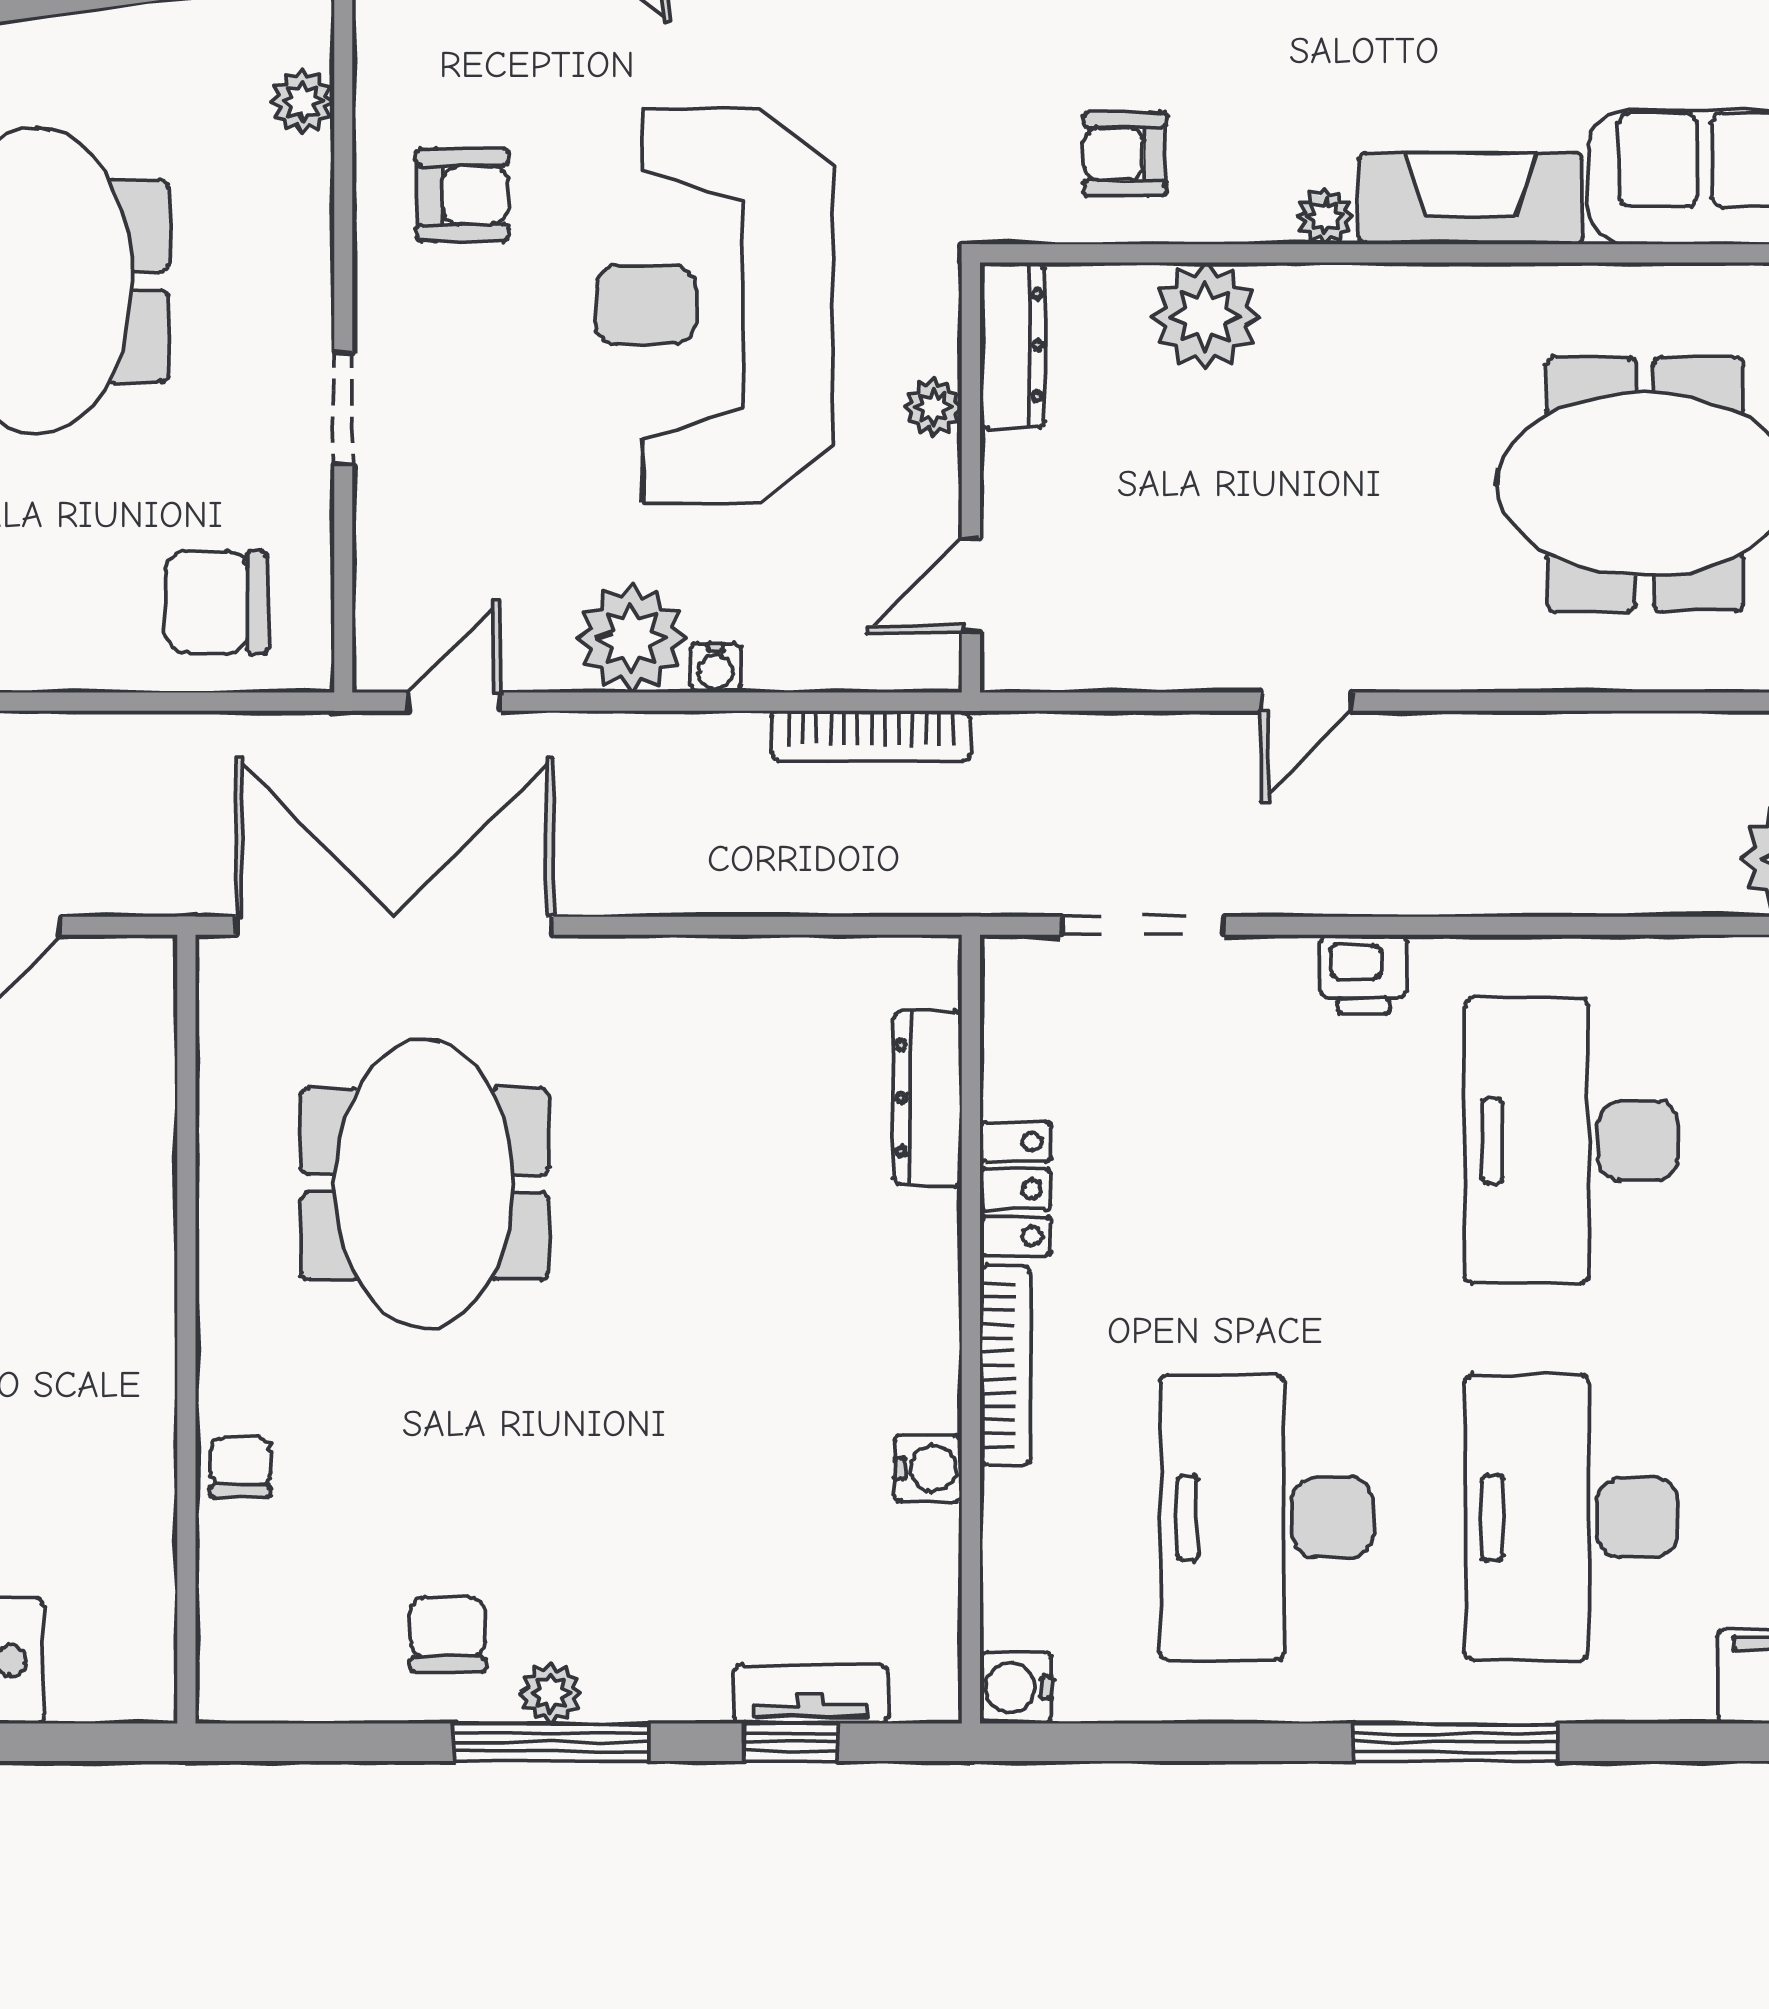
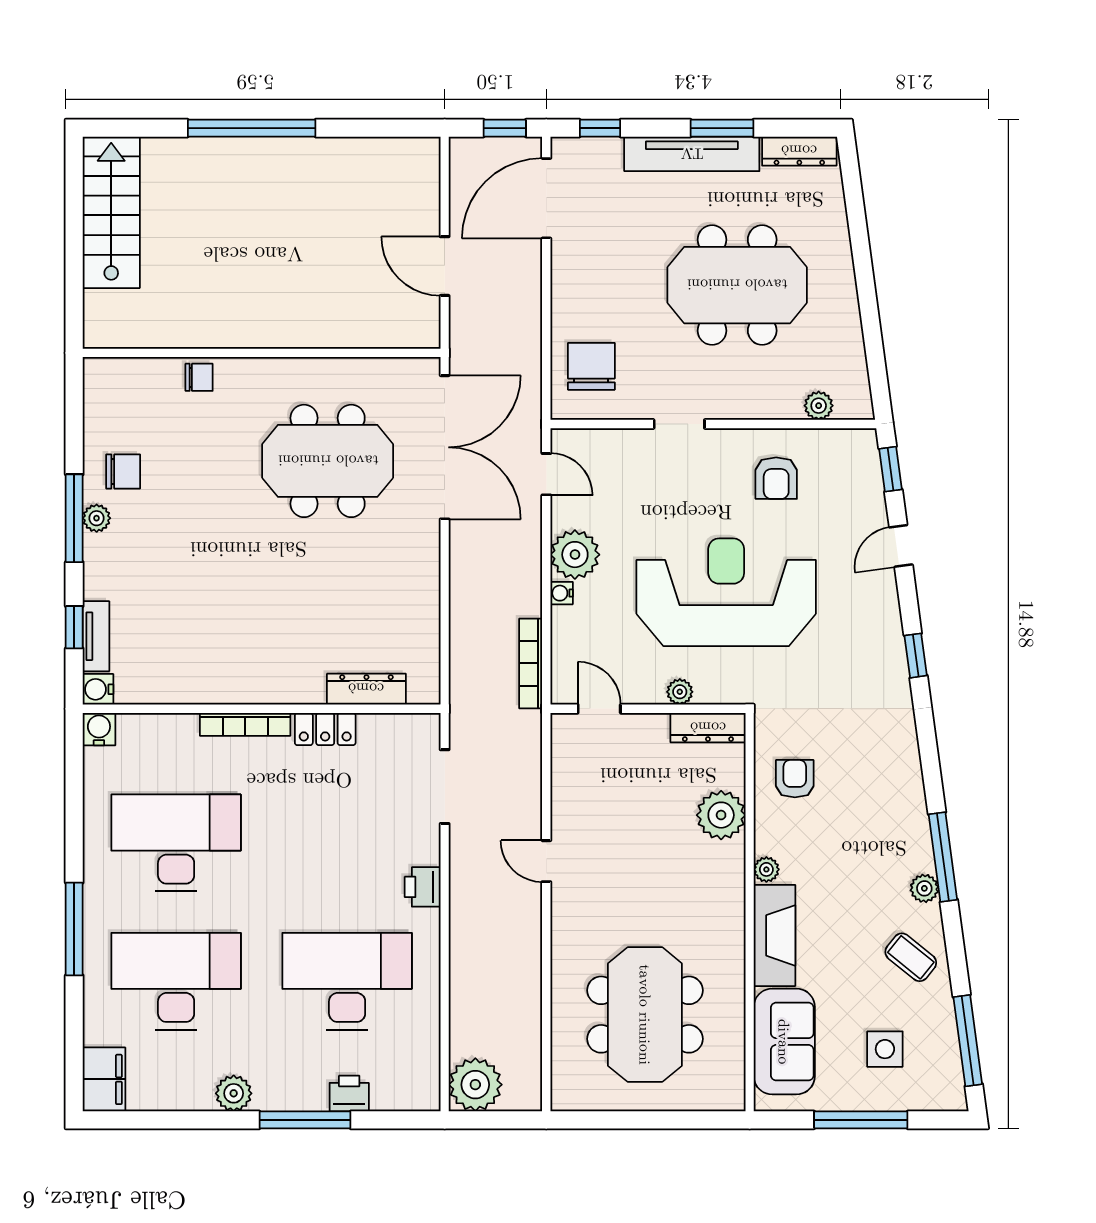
water cooler: (928, 1469) -> (98, 689), moved, turned 90

